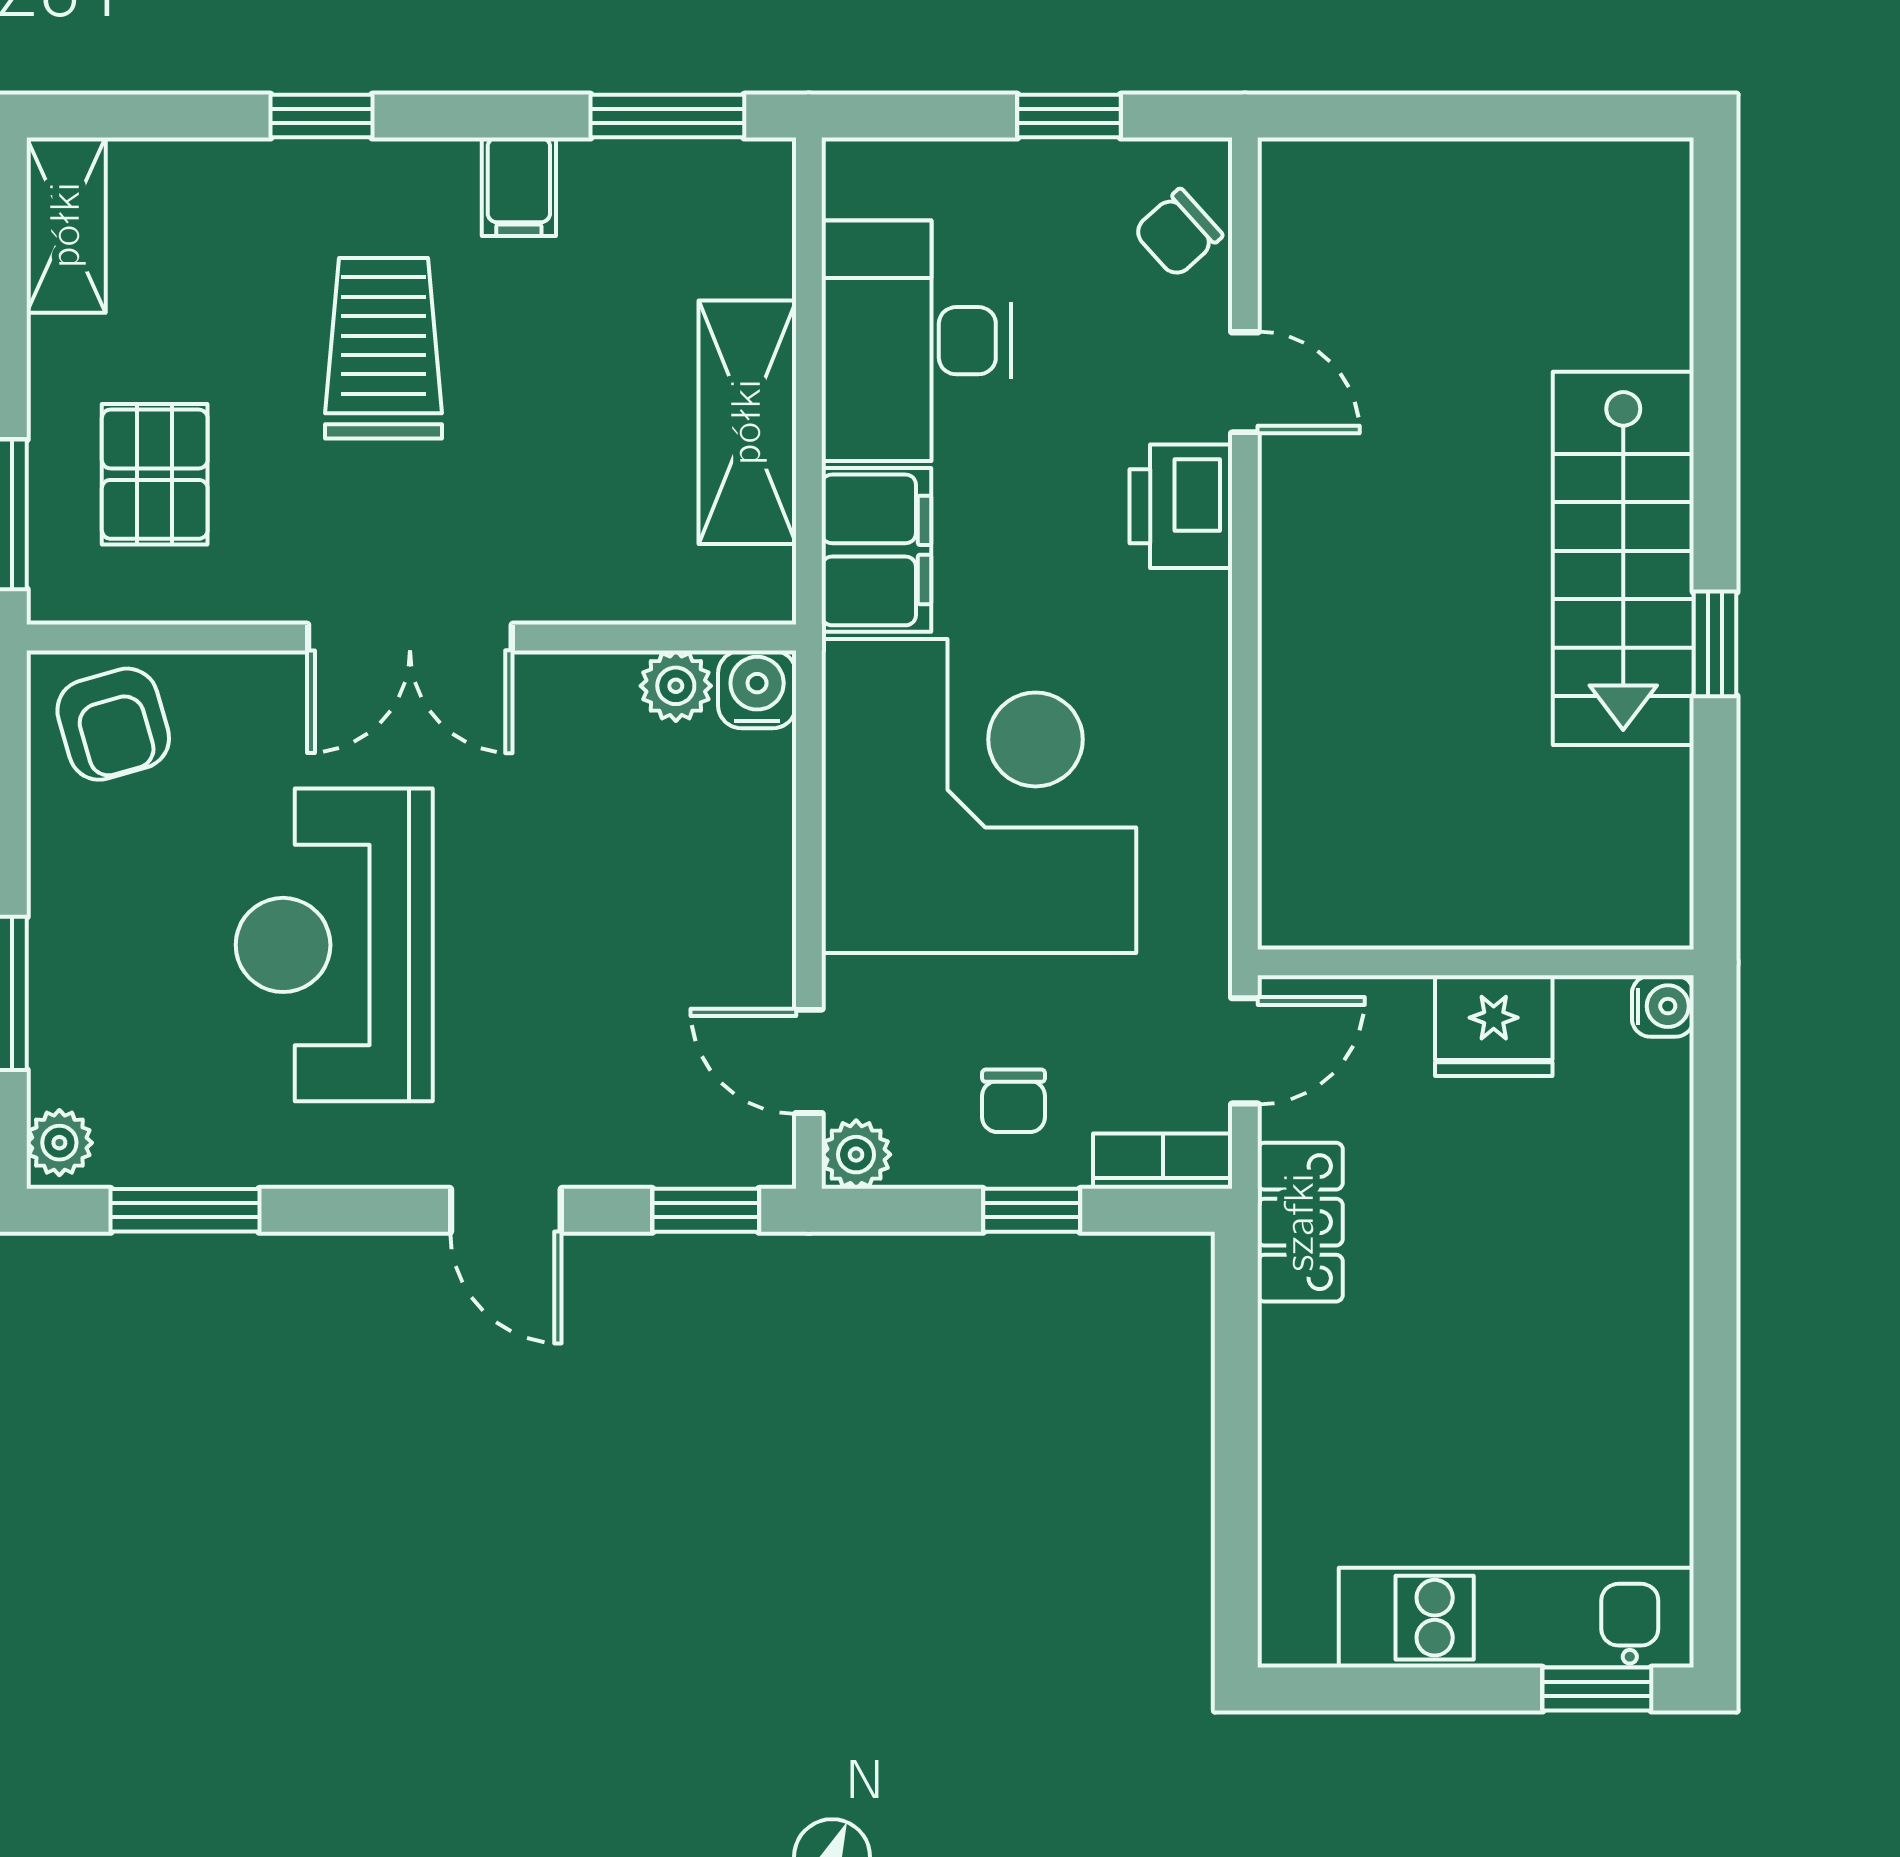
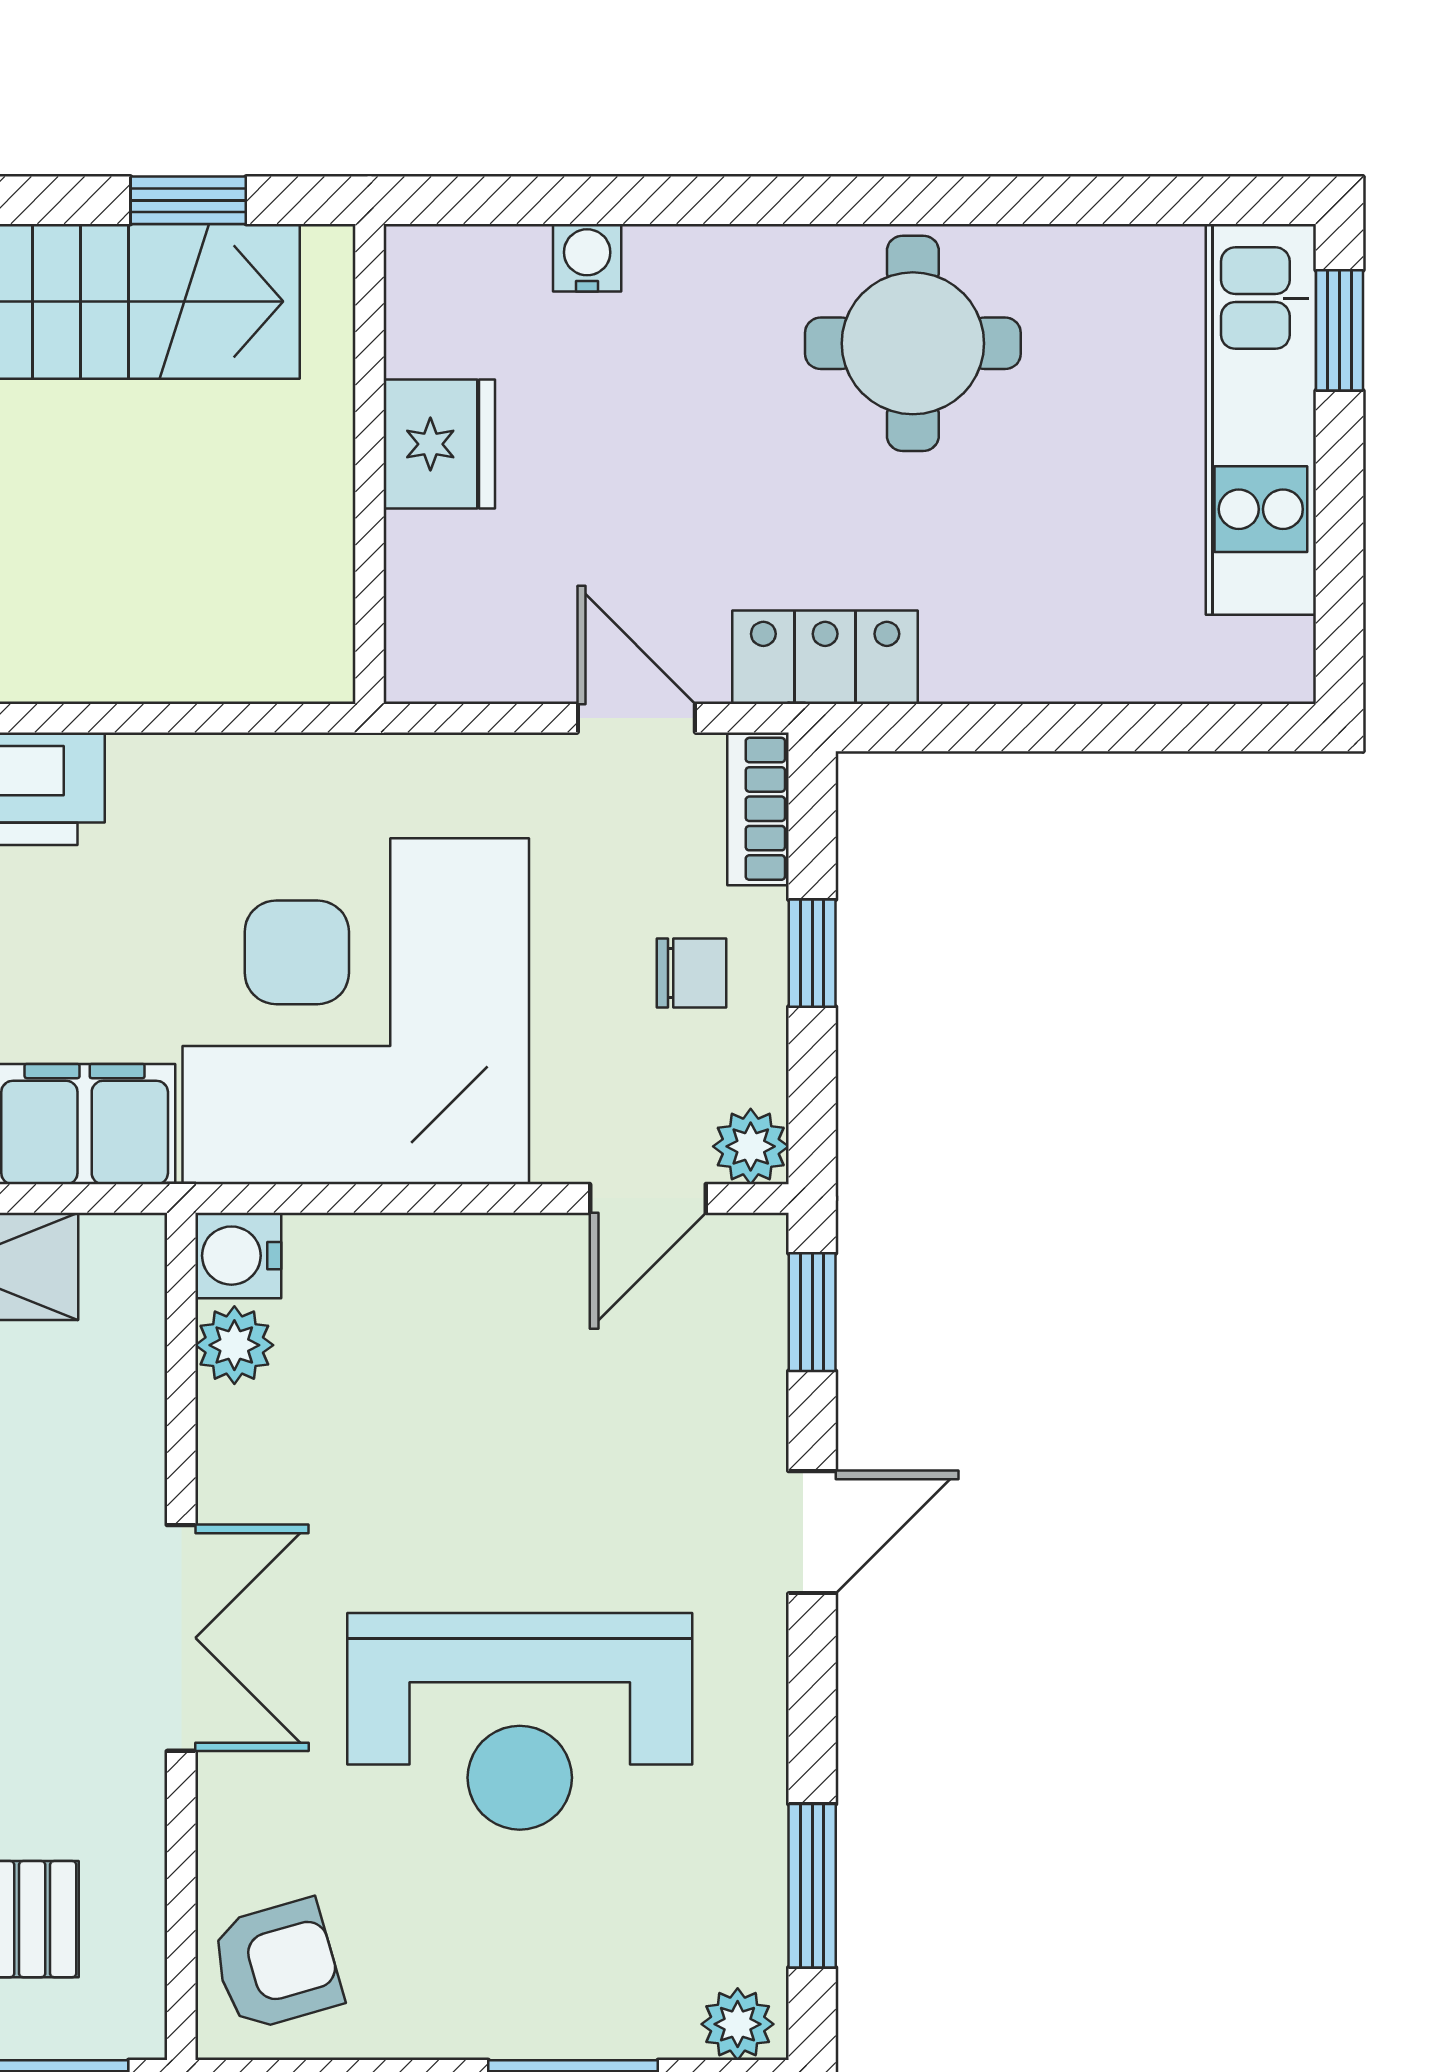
wall: (1476, 962) -> (369, 464), moved
fridge: (1494, 1026) -> (439, 444), moved
round table: (1585, 1302) -> (913, 343), added

